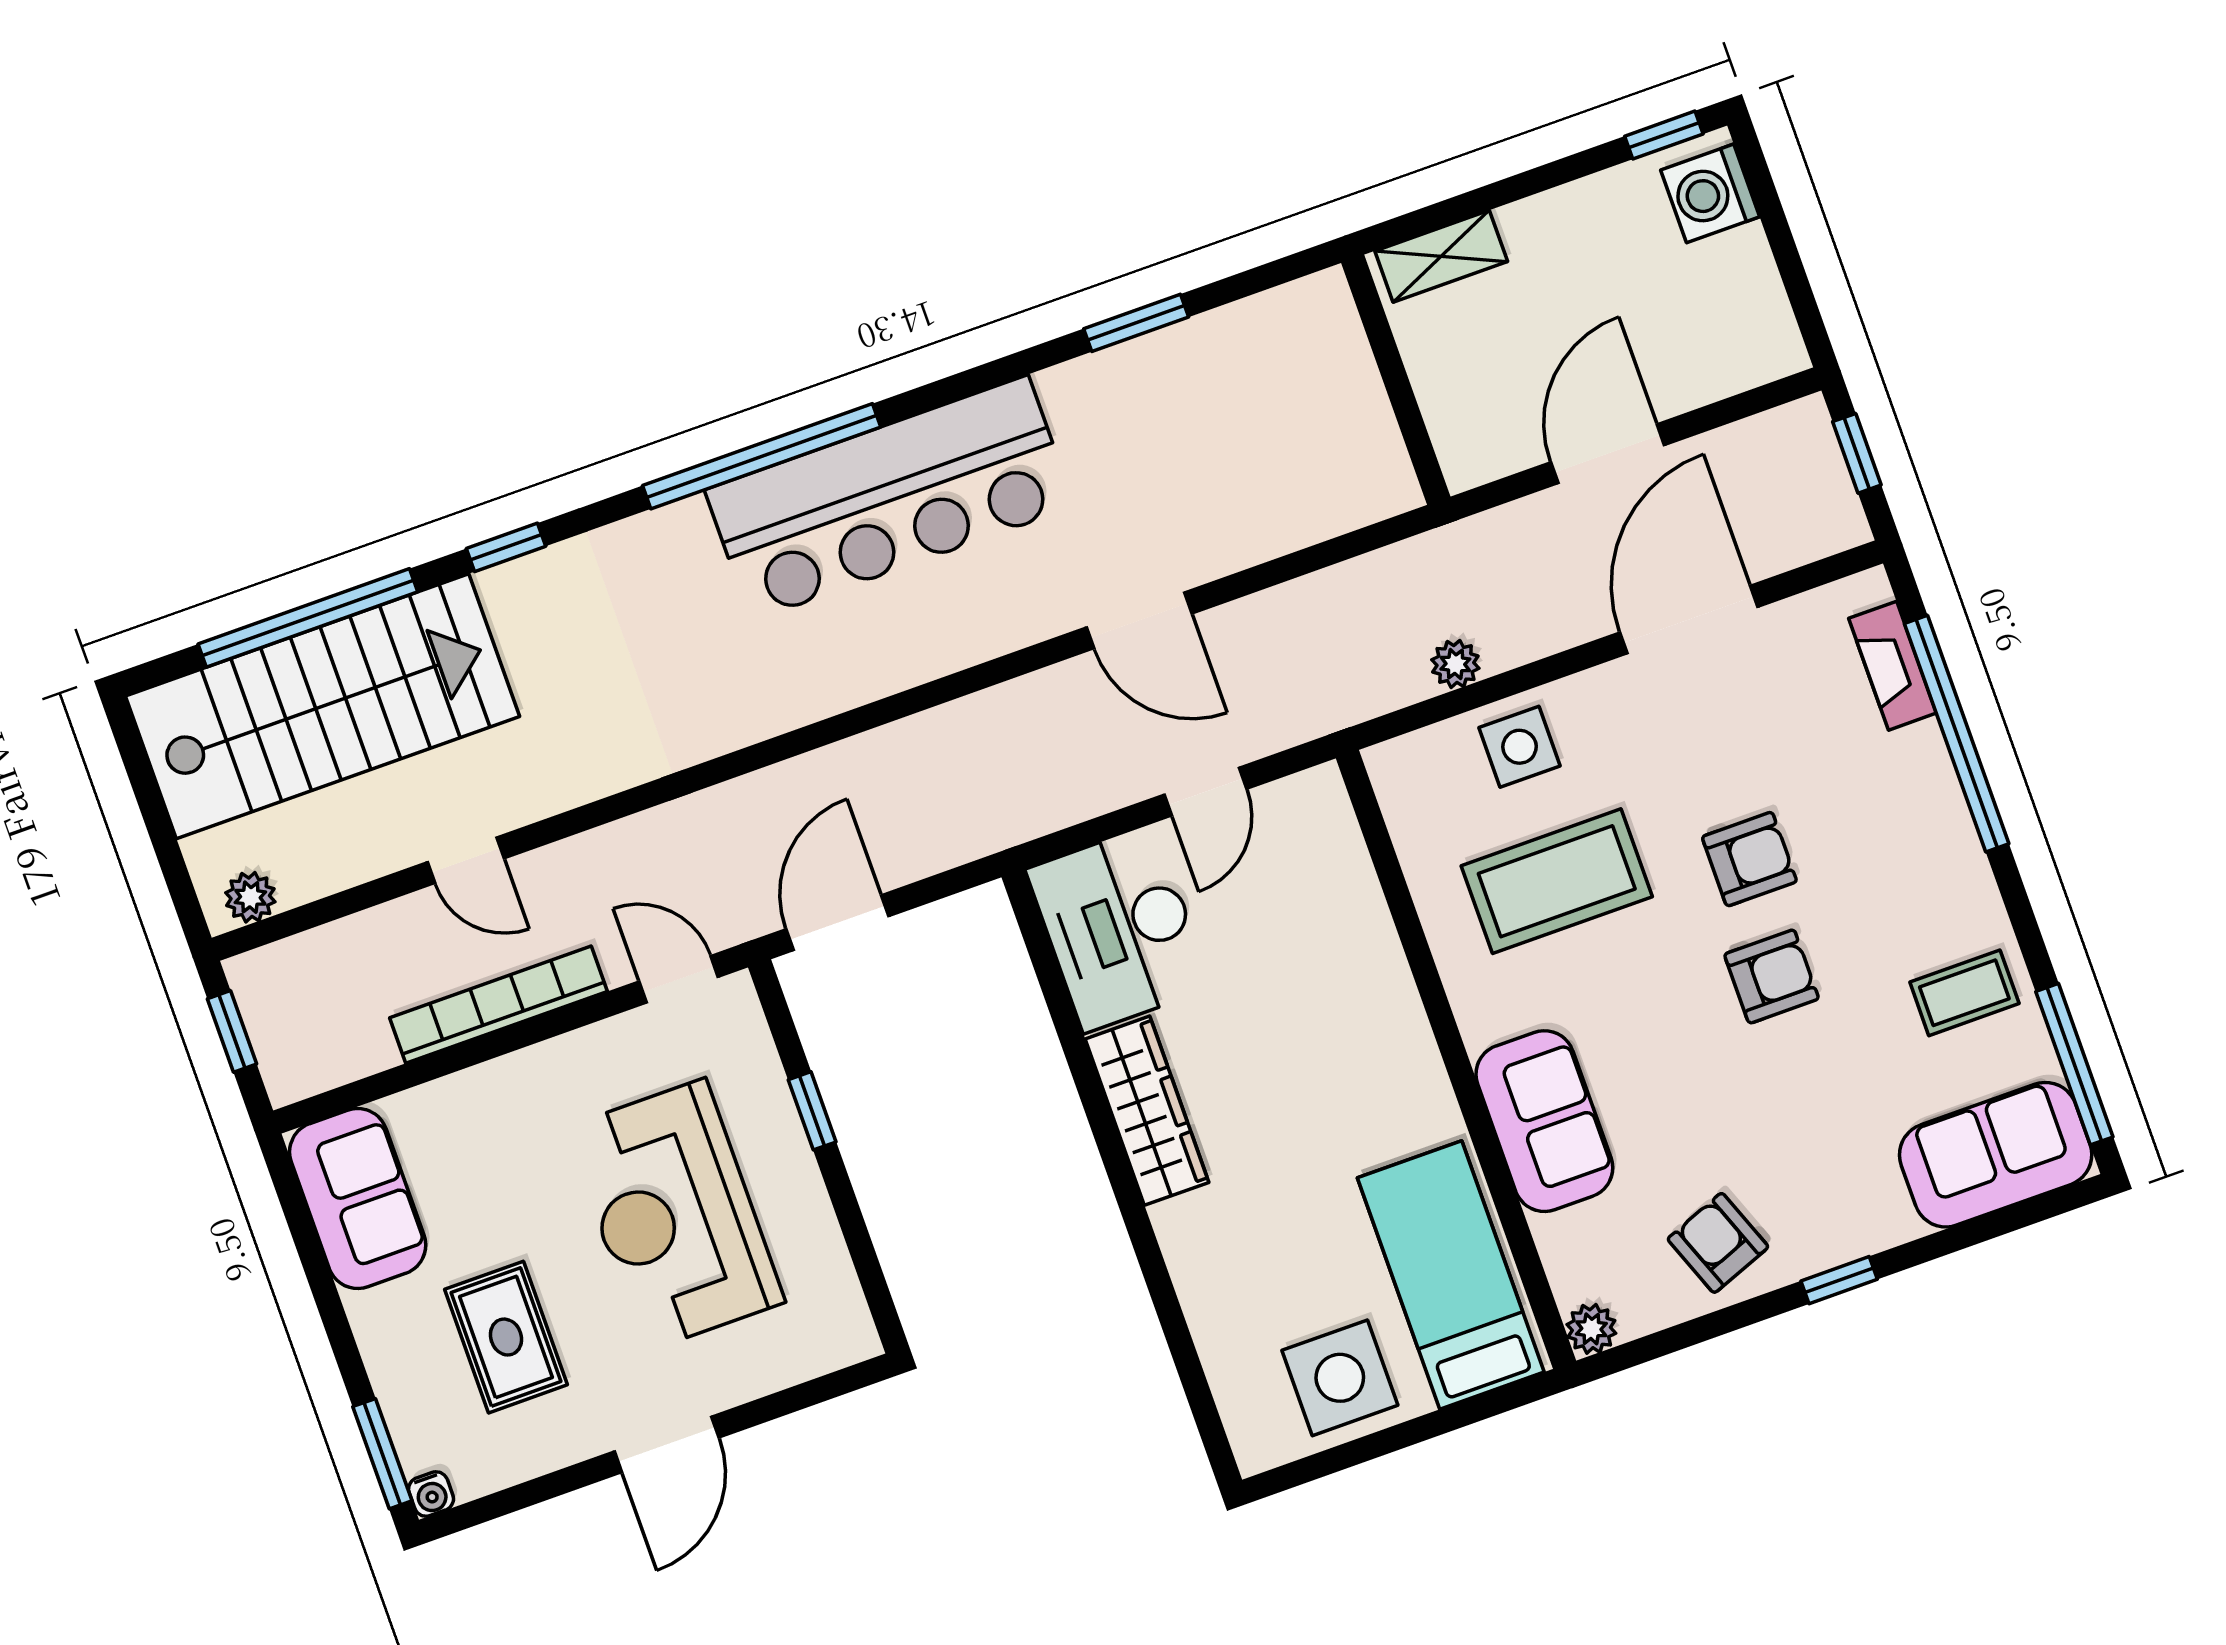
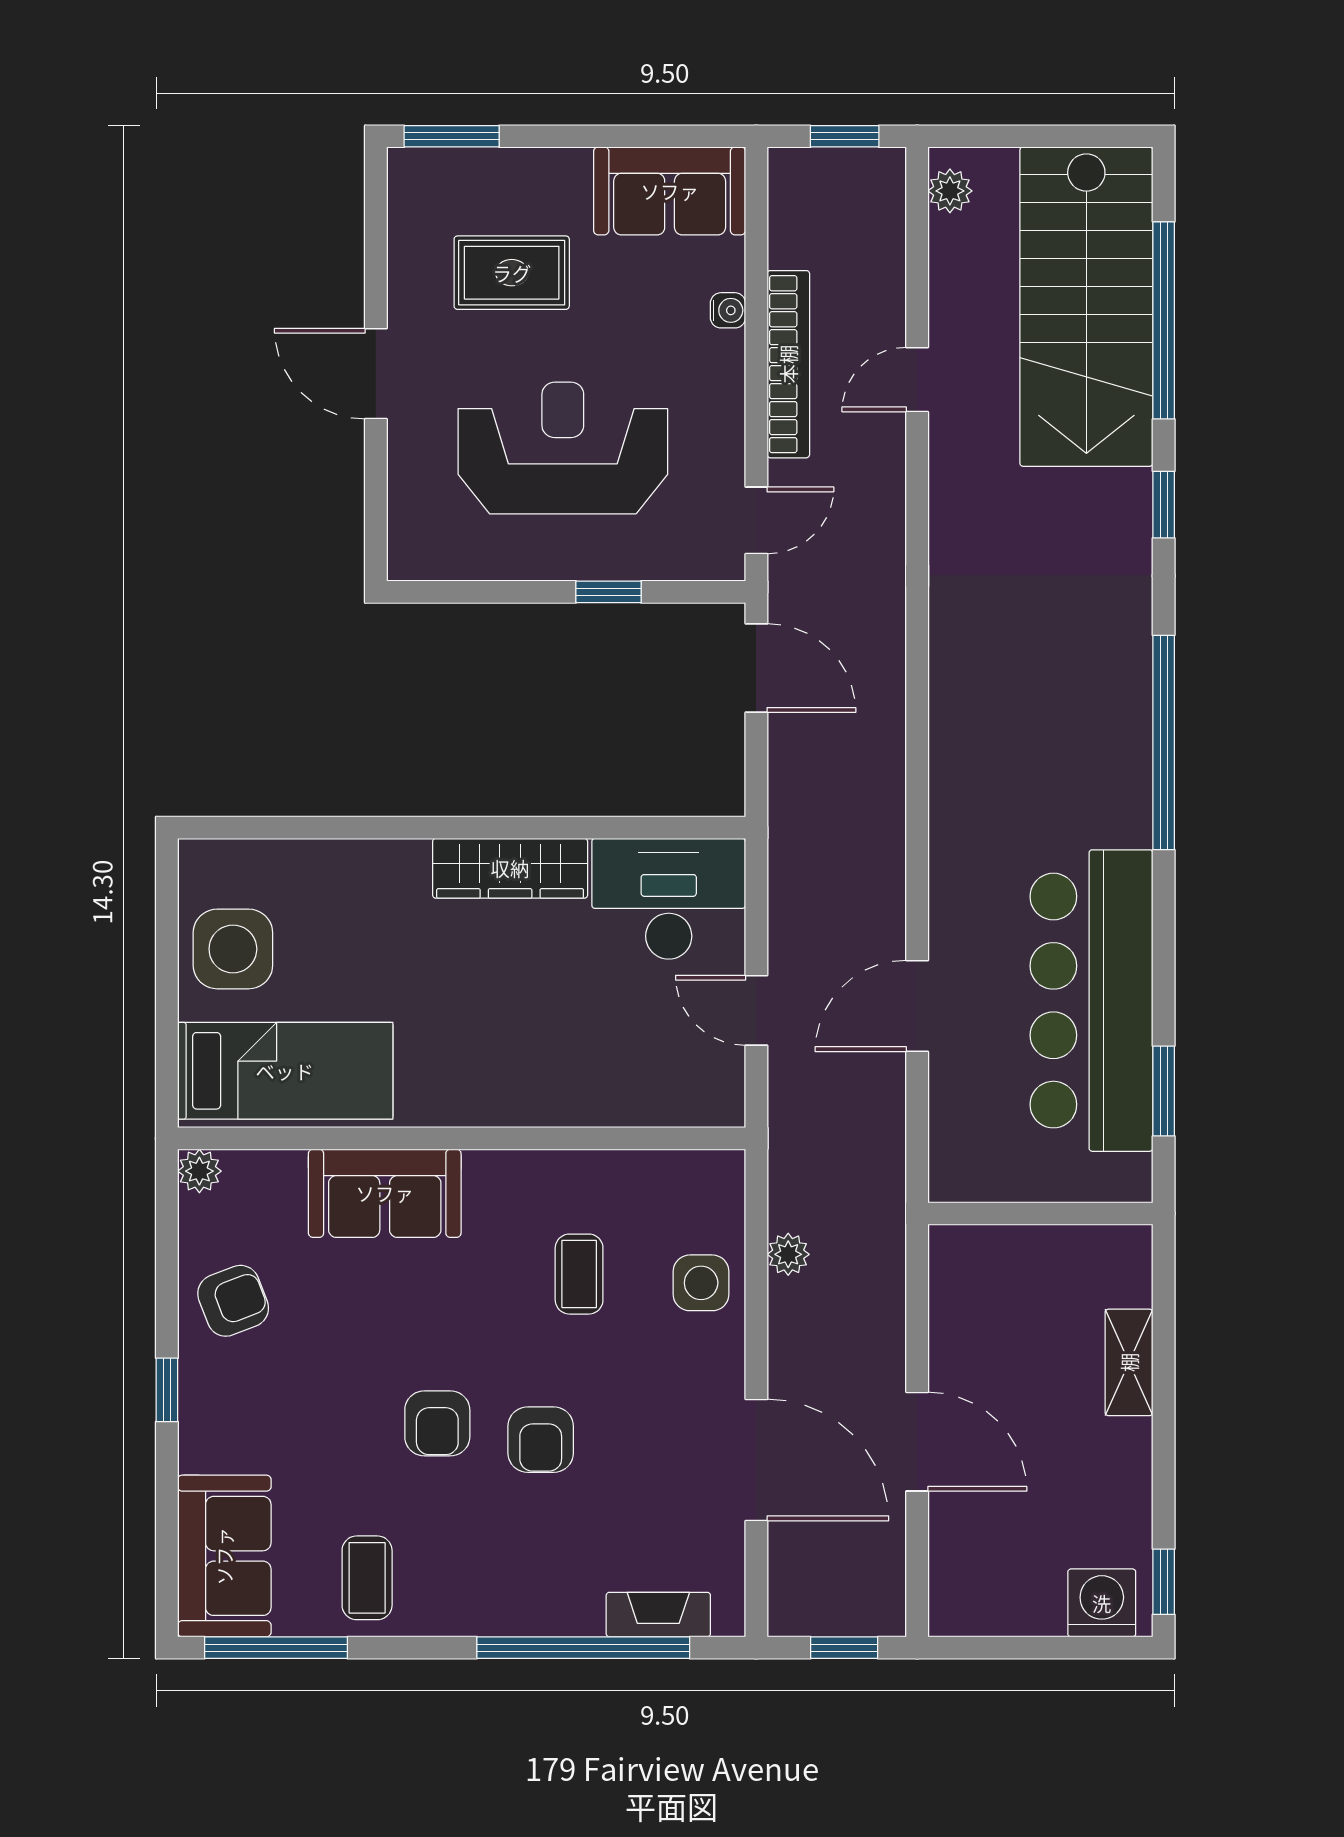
wall: (1396, 380) -> (1040, 1213), moved
bar counter: (890, 498) -> (1091, 1001), moved
coffee table: (1557, 881) -> (579, 1274), width x0.54, depth x0.58
water cooler: (431, 1494) -> (728, 310), moved, turned 180

